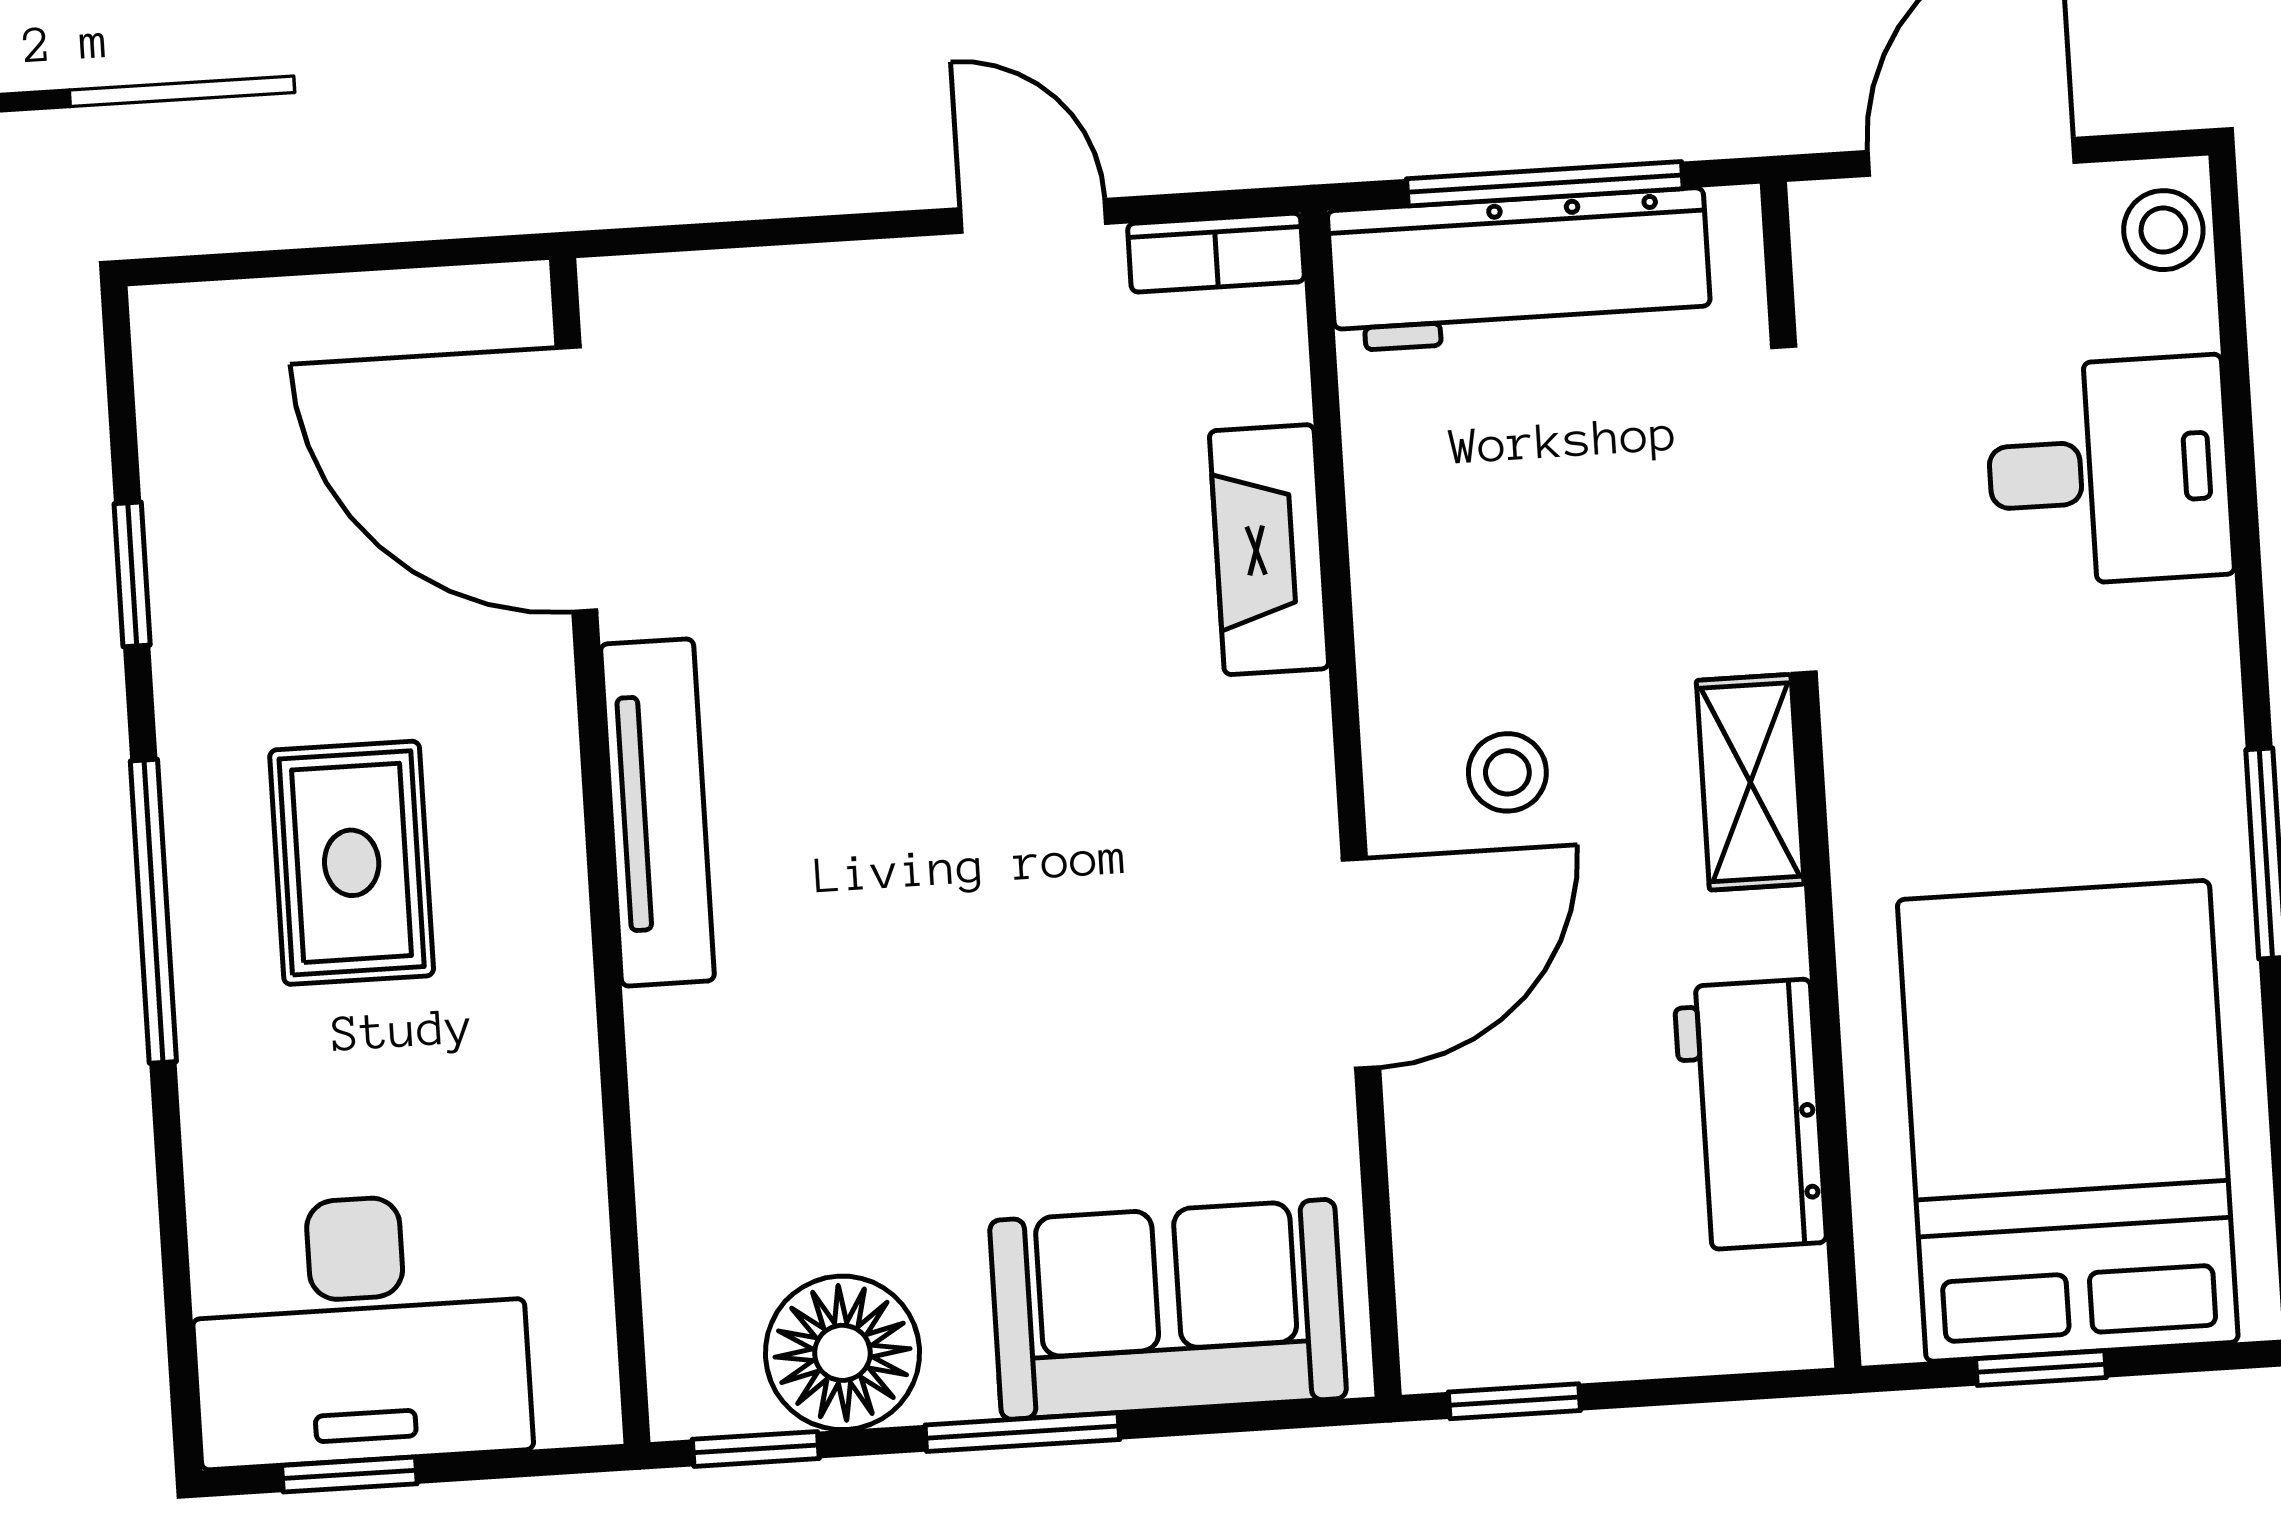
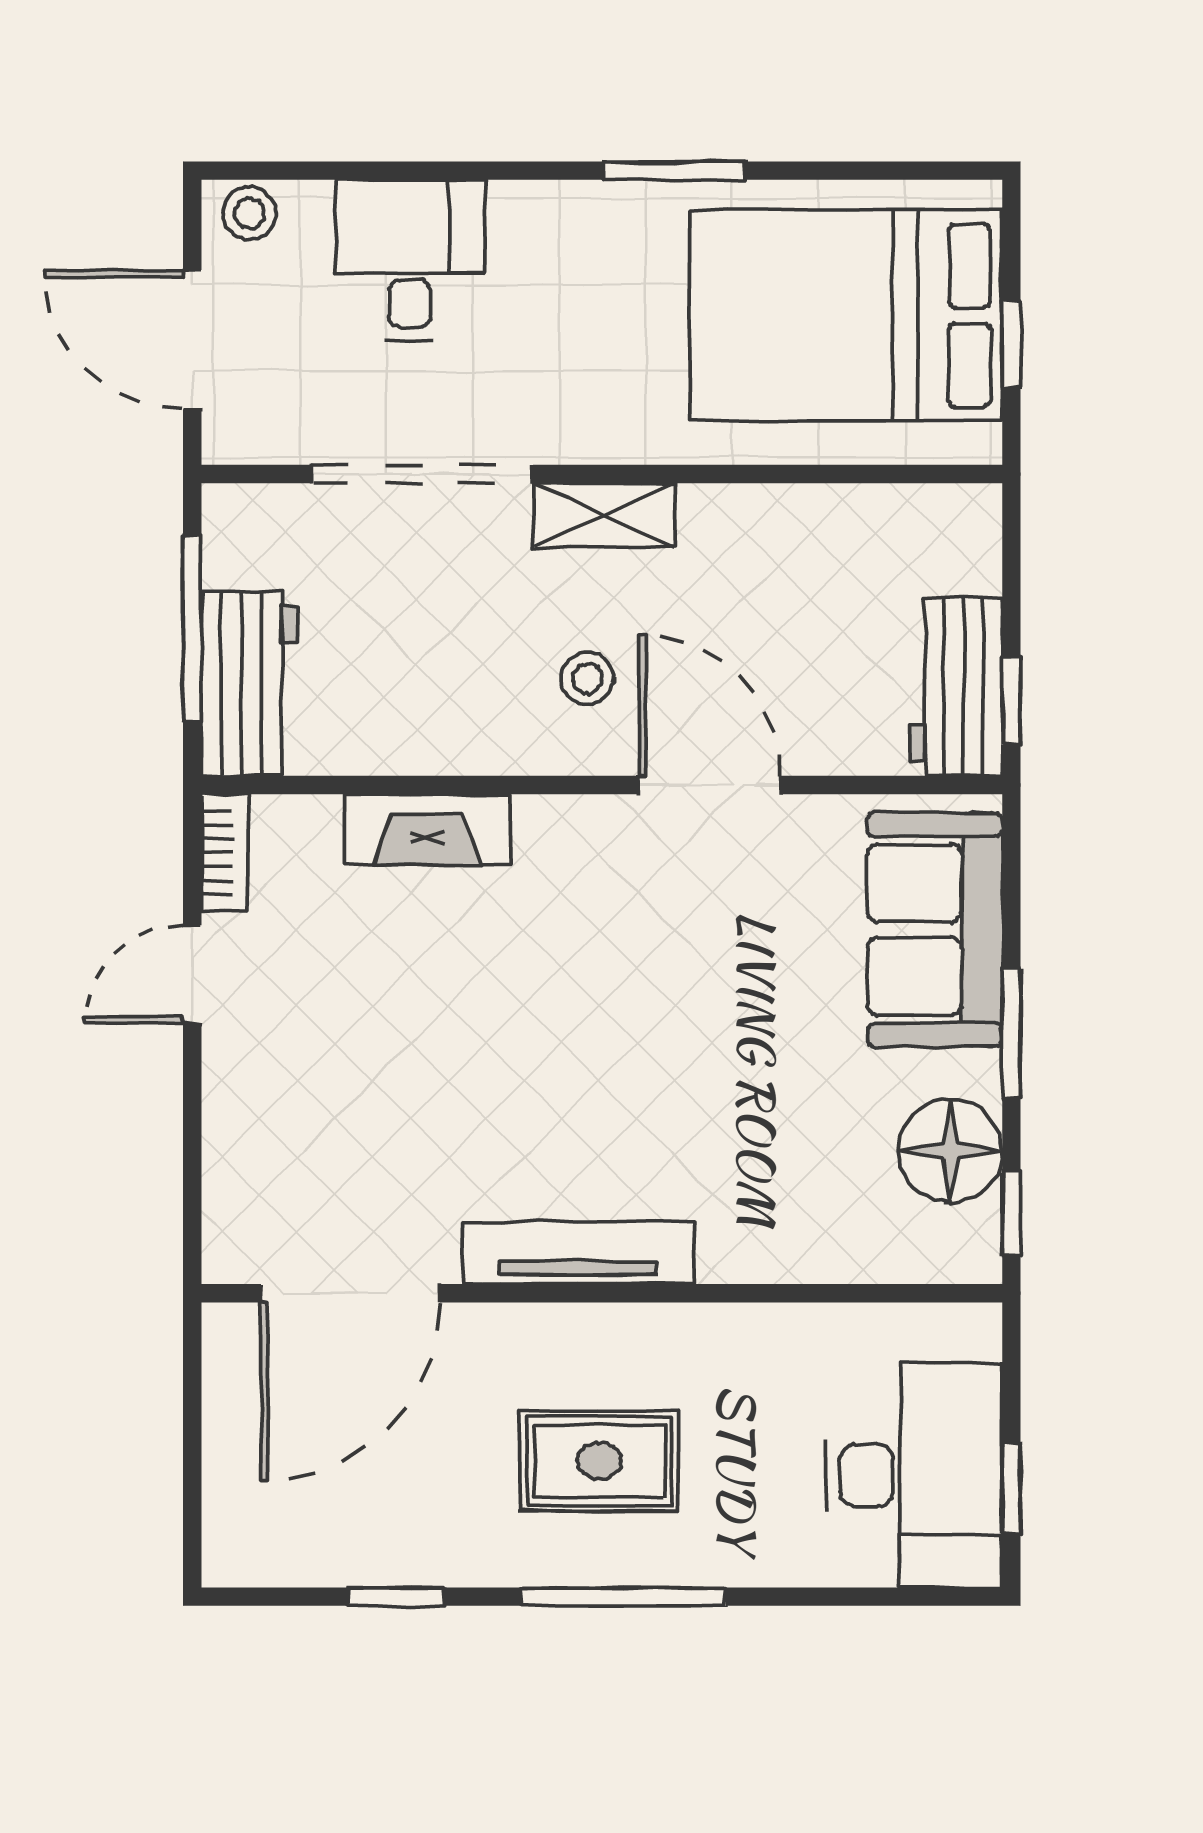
workbench: (1519, 270) -> (249, 684), width x0.73
workbench: (1750, 1115) -> (956, 687), moved, turned 90

